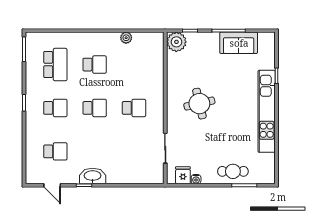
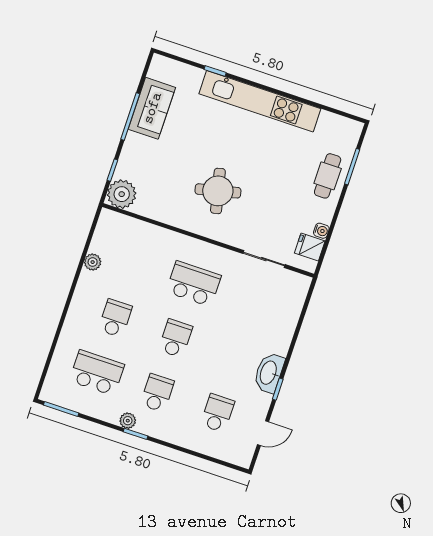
plant: (31, 95) -> (128, 421), added
school desk: (134, 108) -> (194, 284), width x1.85

